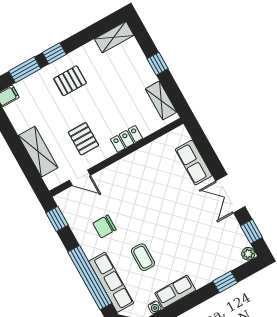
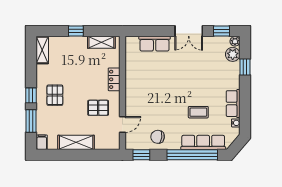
shelving: (38, 152) -> (76, 142), moved
chair: (104, 226) -> (158, 137), moved, turned 97
plant: (232, 260) -> (233, 54), added

